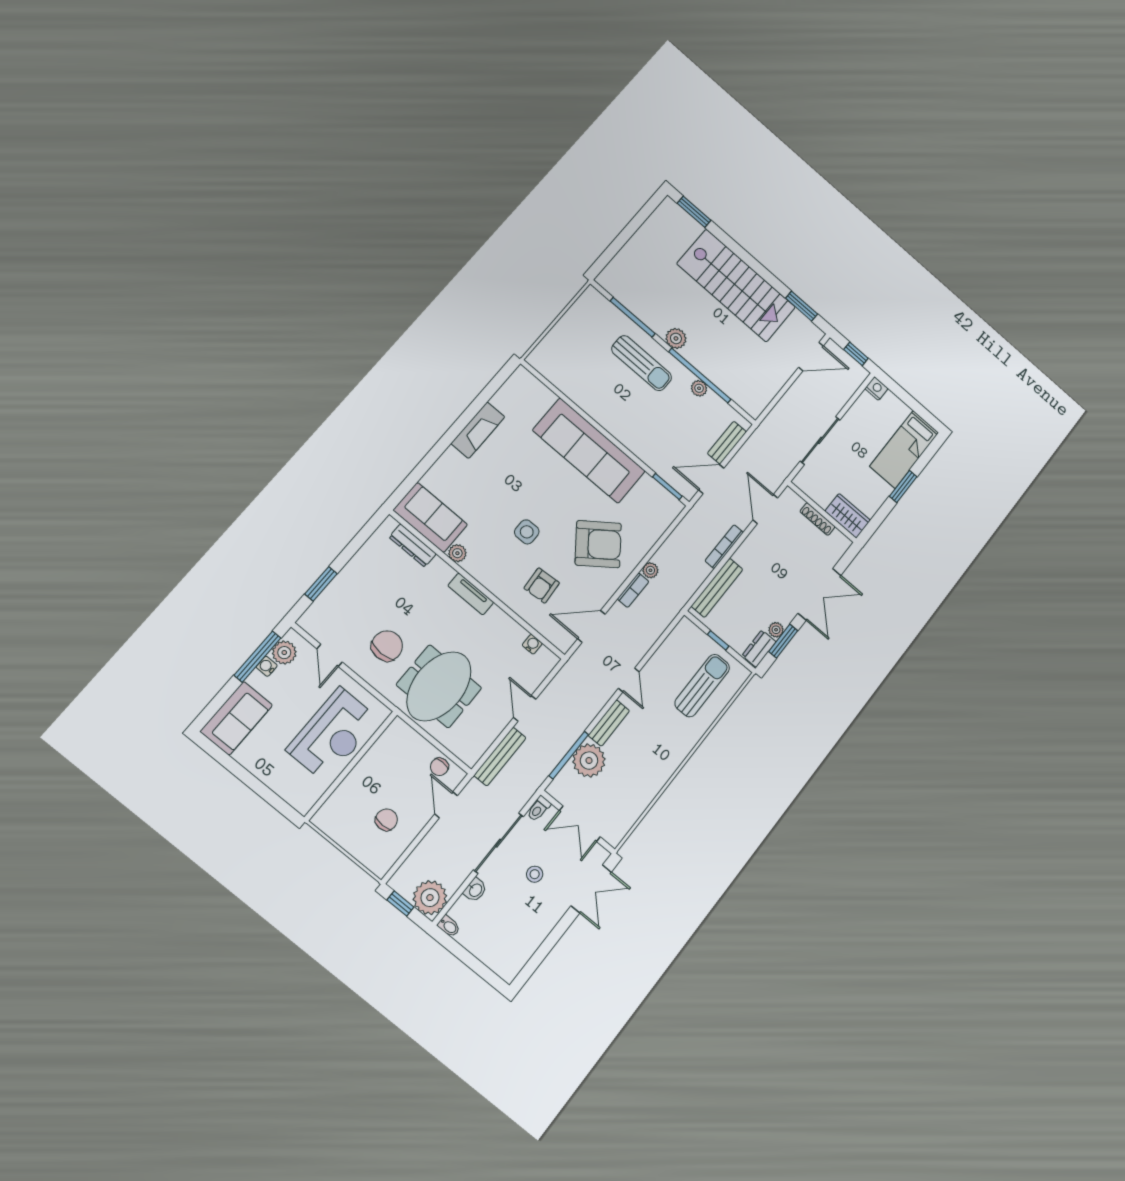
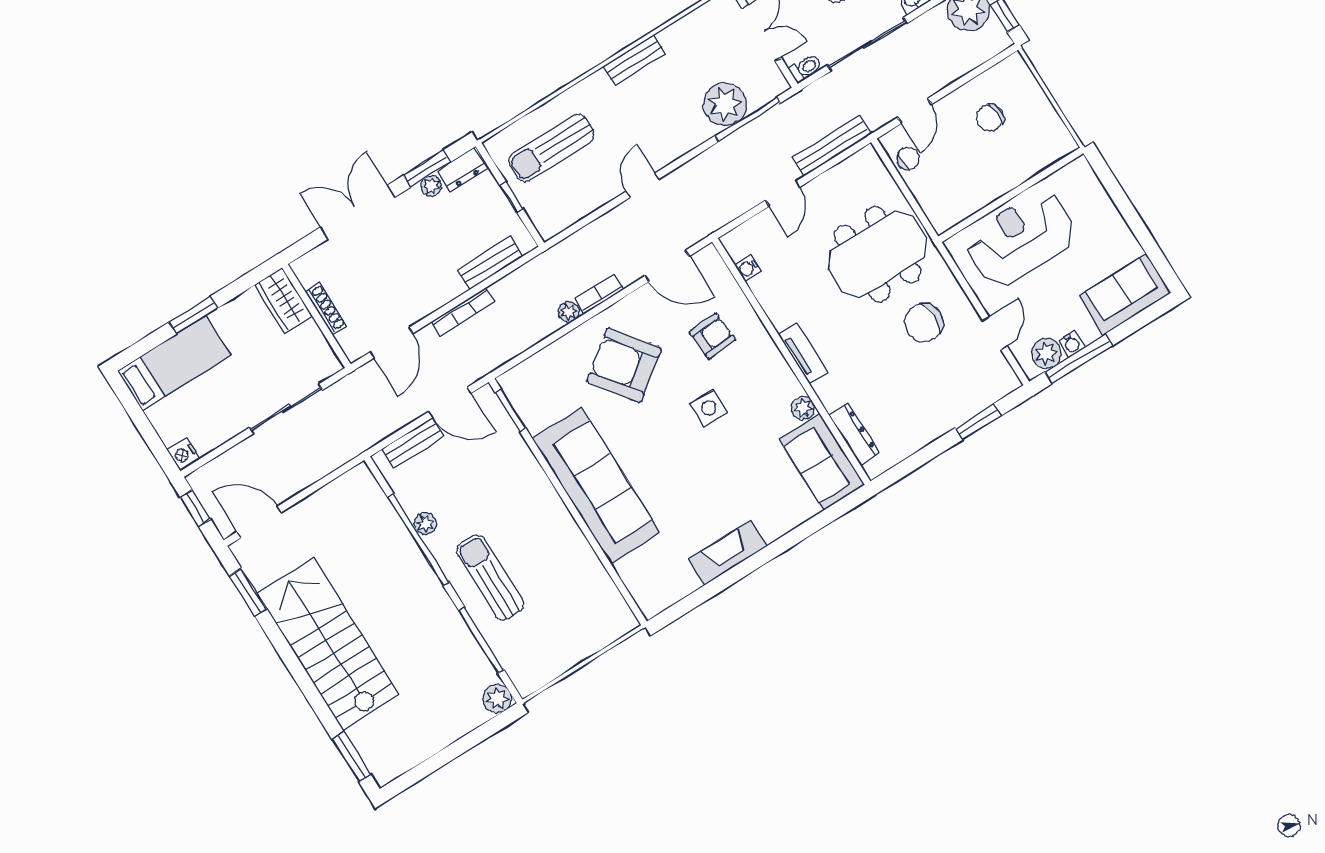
plant: (676, 338) -> (497, 699), moved
bench: (717, 588) -> (490, 263), width x0.73
bench: (609, 723) -> (634, 60), moved

